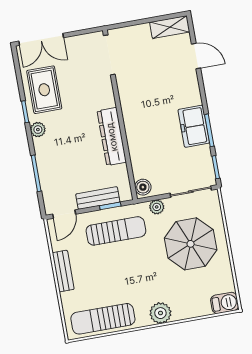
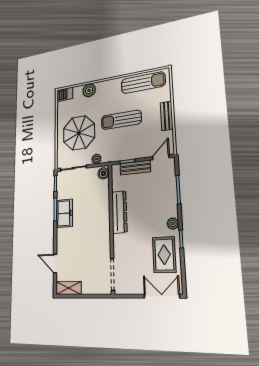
sun lounger: (116, 231) -> (121, 120), moved
plant: (160, 313) -> (89, 90), moved

